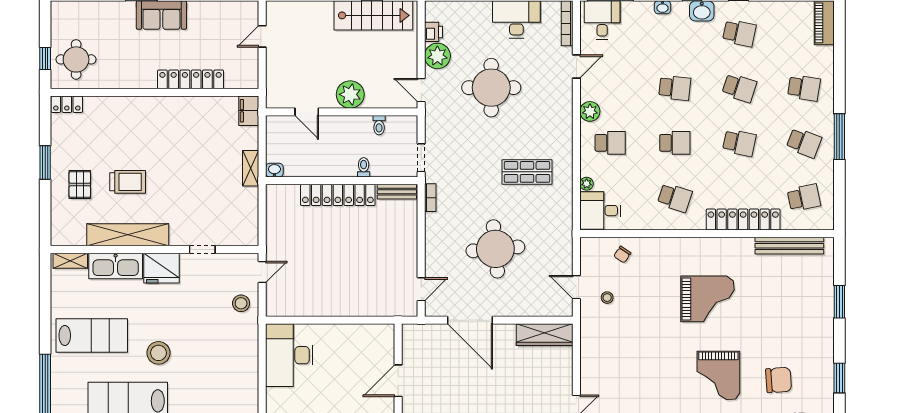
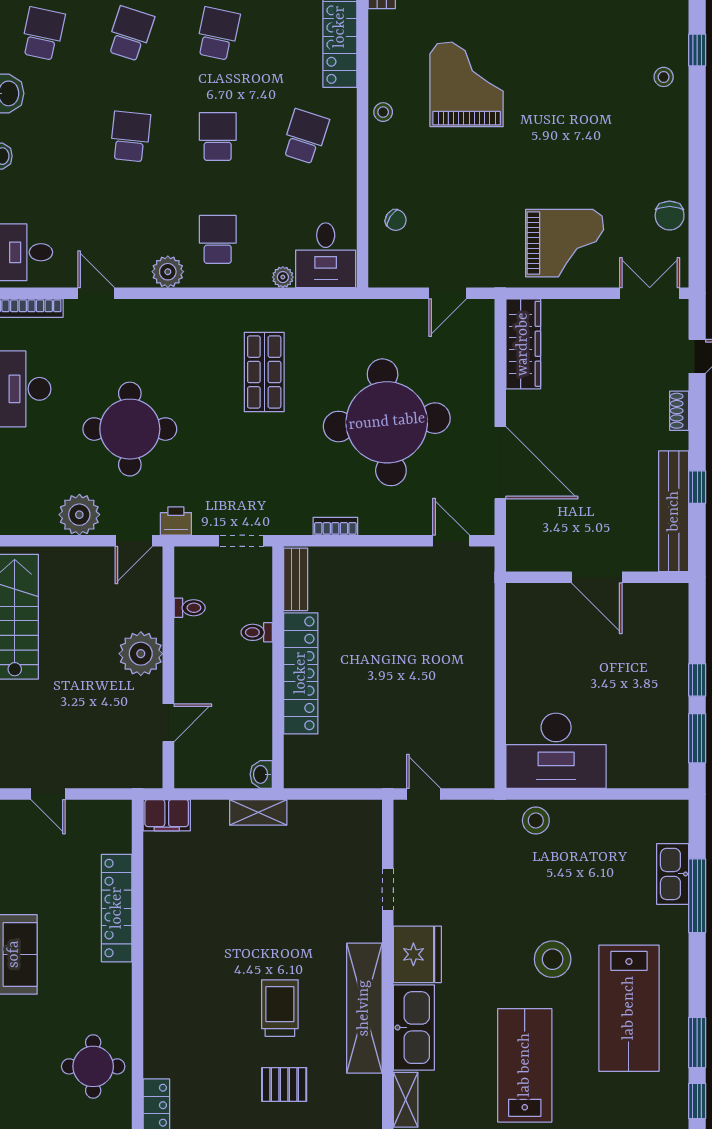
printer: (433, 32) -> (176, 521), moved
round table: (76, 59) -> (93, 1066), moved
bookcase: (430, 198) -> (335, 526), moved
round table: (495, 249) -> (387, 422), width x1.36, depth x1.36
stool: (607, 298) -> (383, 112), moved
stool: (241, 303) -> (536, 821), moved
door: (470, 320) -> (500, 463), hinge flipped
grand piano: (718, 376) -> (565, 243), moved

